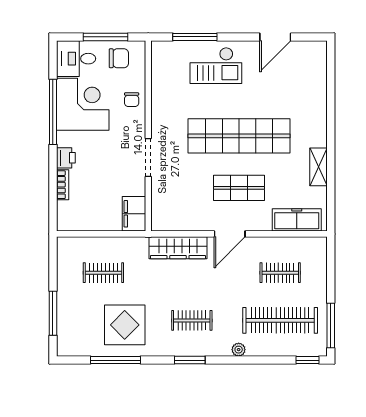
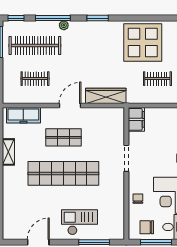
clothes rail: (192, 320) -> (96, 46), removed
display table: (125, 325) -> (143, 42), width x1.36, depth x1.36
window: (116, 360) -> (53, 18), moved

